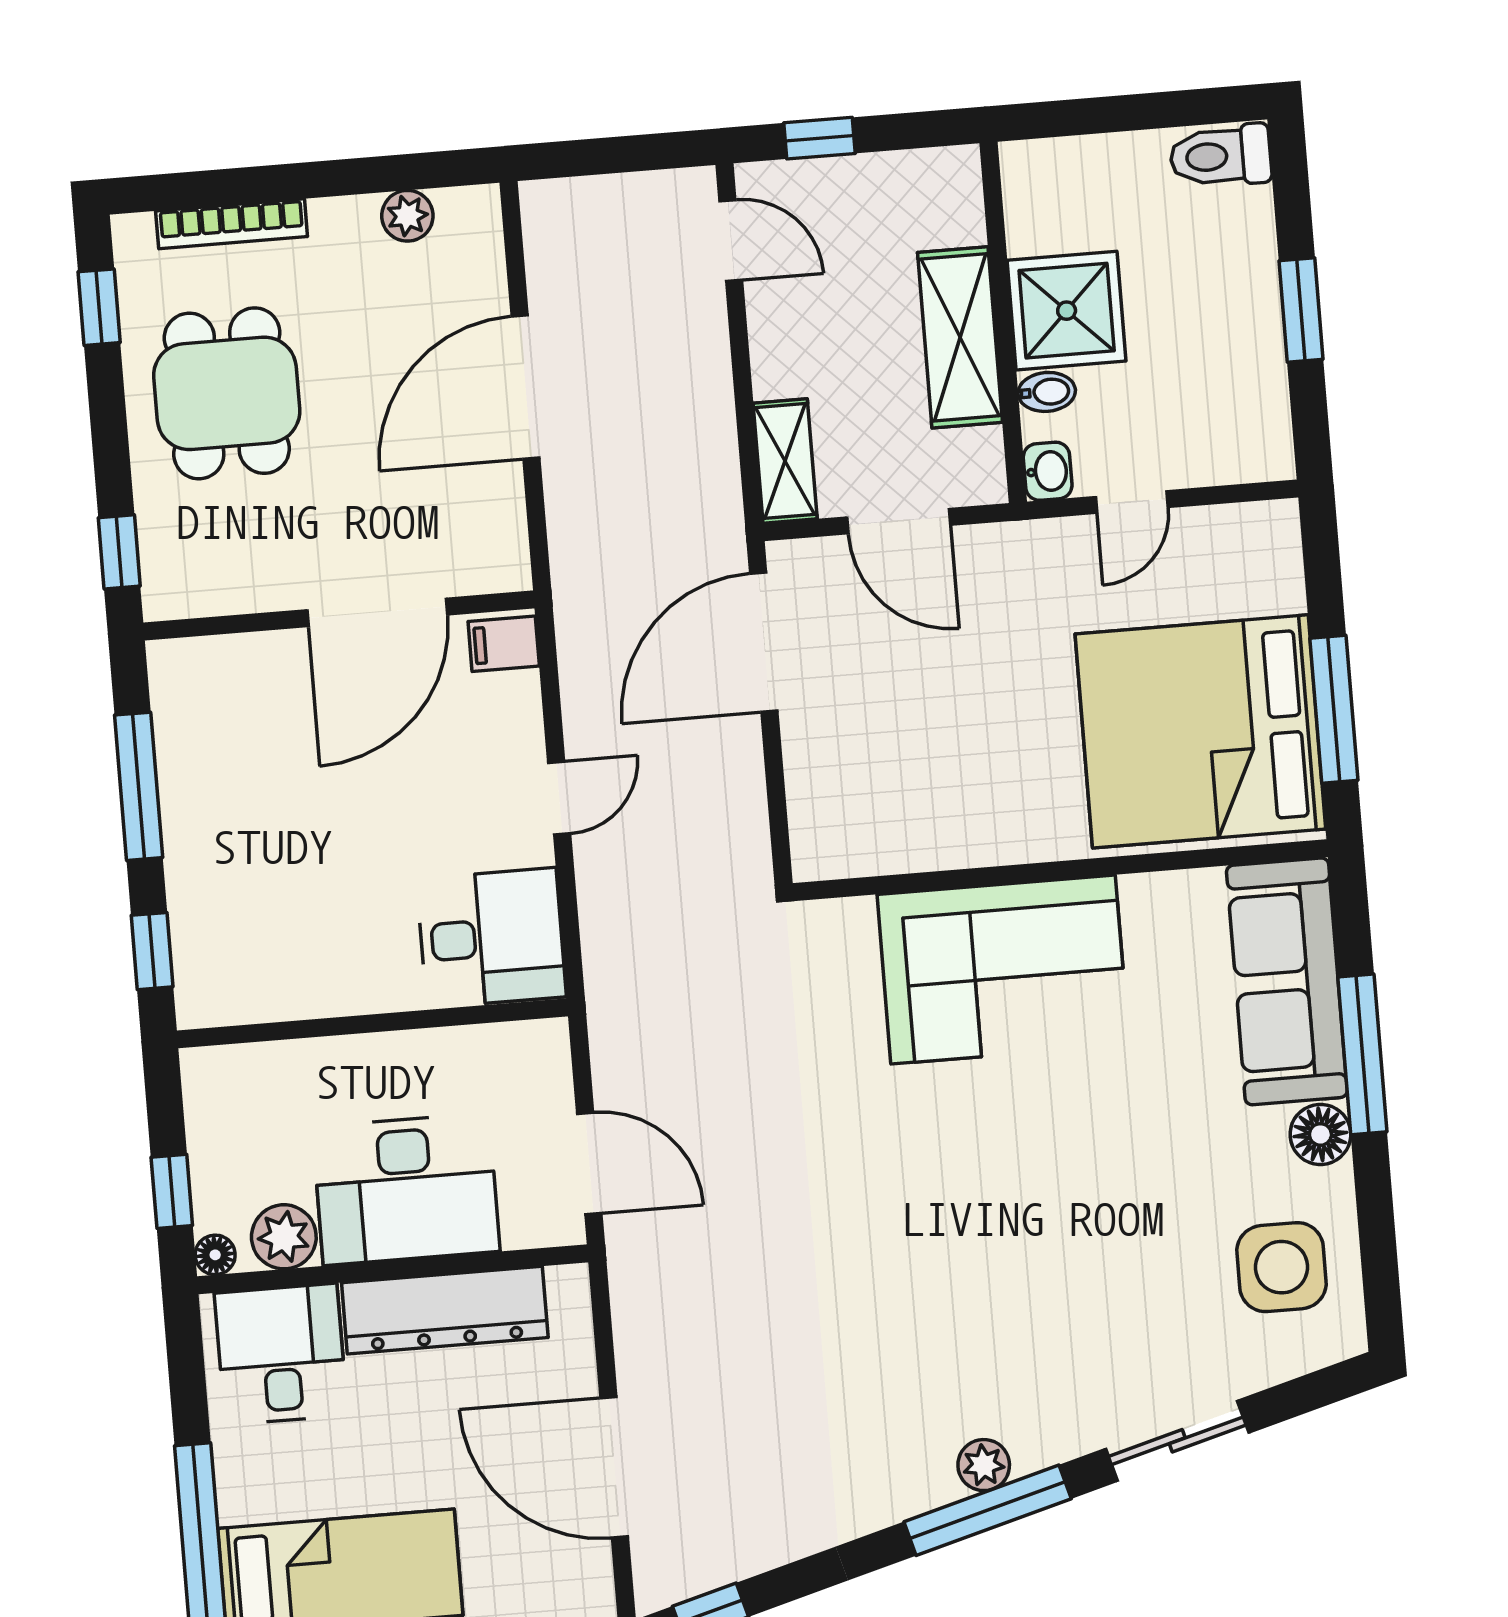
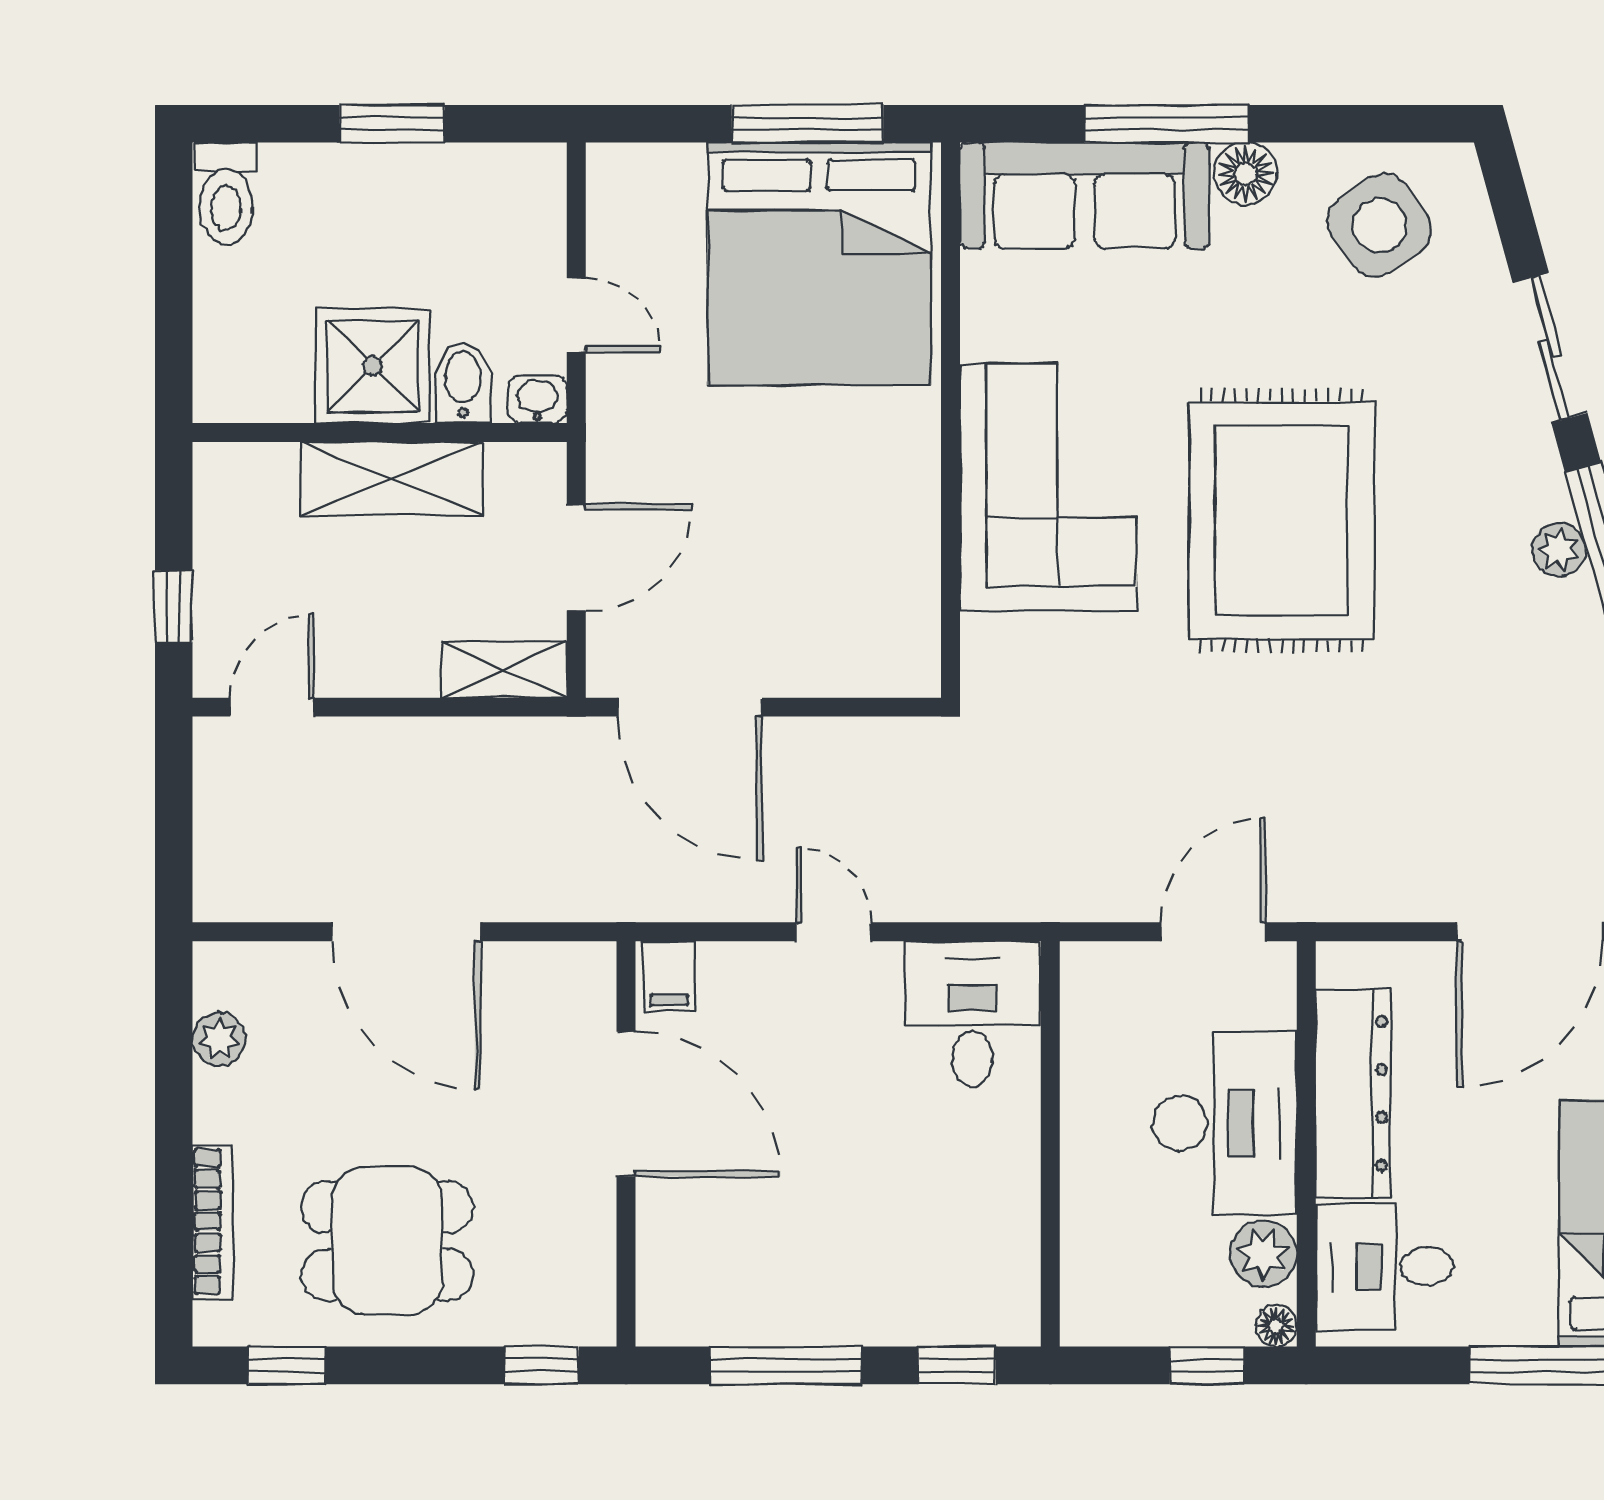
bidet: (1047, 392) -> (463, 383), width x1.38, depth x1.36
rug: (990, 1196) -> (1281, 520), added
side table: (1281, 1267) -> (1379, 225), turned -35

